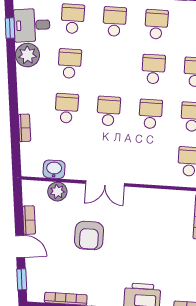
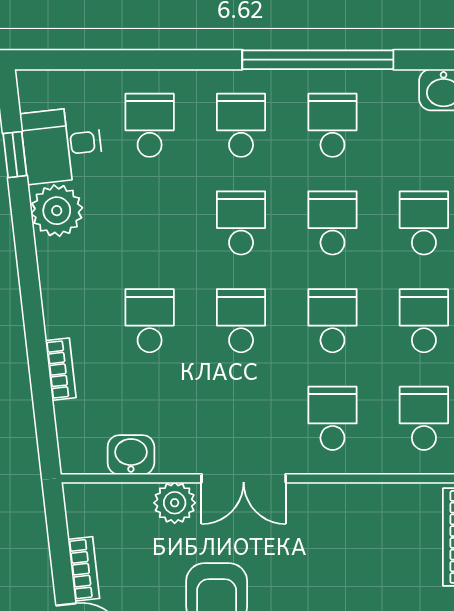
school desk: (70, 64) -> (241, 223), moved
school desk: (148, 159) -> (332, 418), added
plant: (57, 192) -> (175, 503), moved

